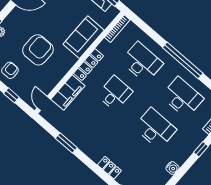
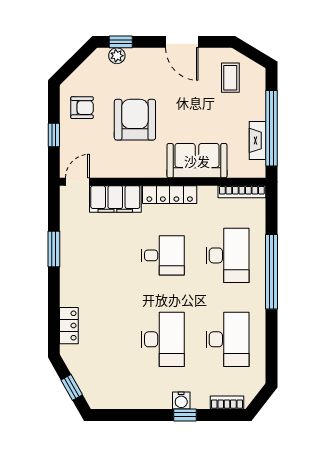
armchair: (38, 50) -> (135, 120), turned -90
window: (183, 60) -> (271, 272), moved
water cooler: (172, 168) -> (181, 400), moved

